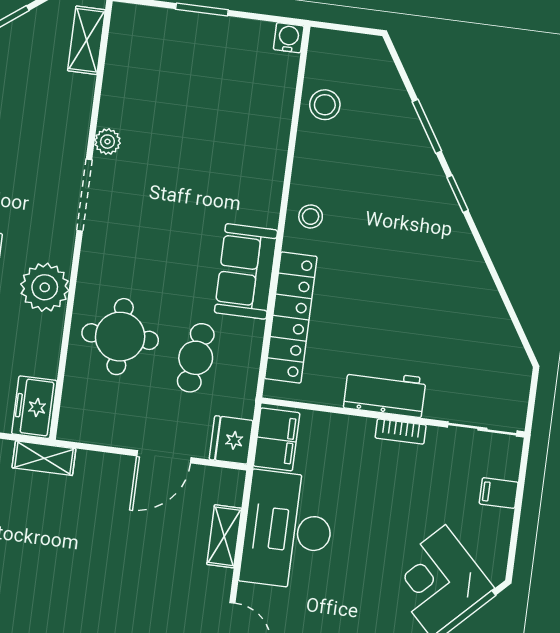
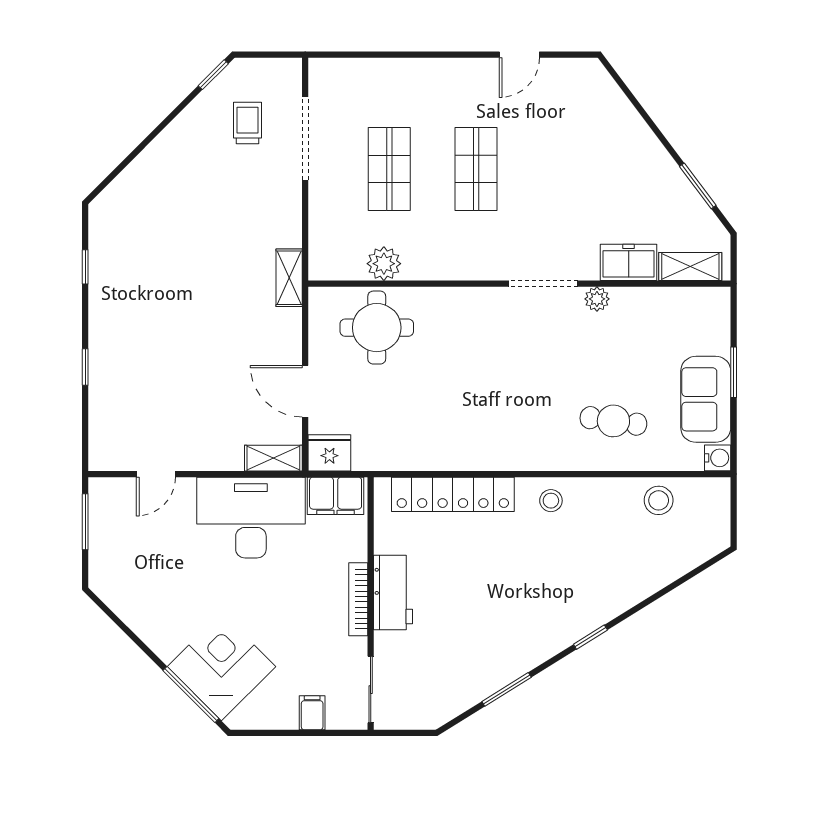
window: (427, 126) -> (507, 689), moved
sofa: (246, 271) -> (706, 399), moved, turned -90
plant: (45, 287) -> (384, 264), moved, width x0.73, depth x0.73
round table: (120, 337) -> (377, 328), moved
cafe table: (196, 358) -> (613, 421), moved
freezer: (34, 407) -> (629, 262), moved
bookcase: (401, 431) -> (358, 599), width x1.56
shelving: (224, 536) -> (273, 458), moved

